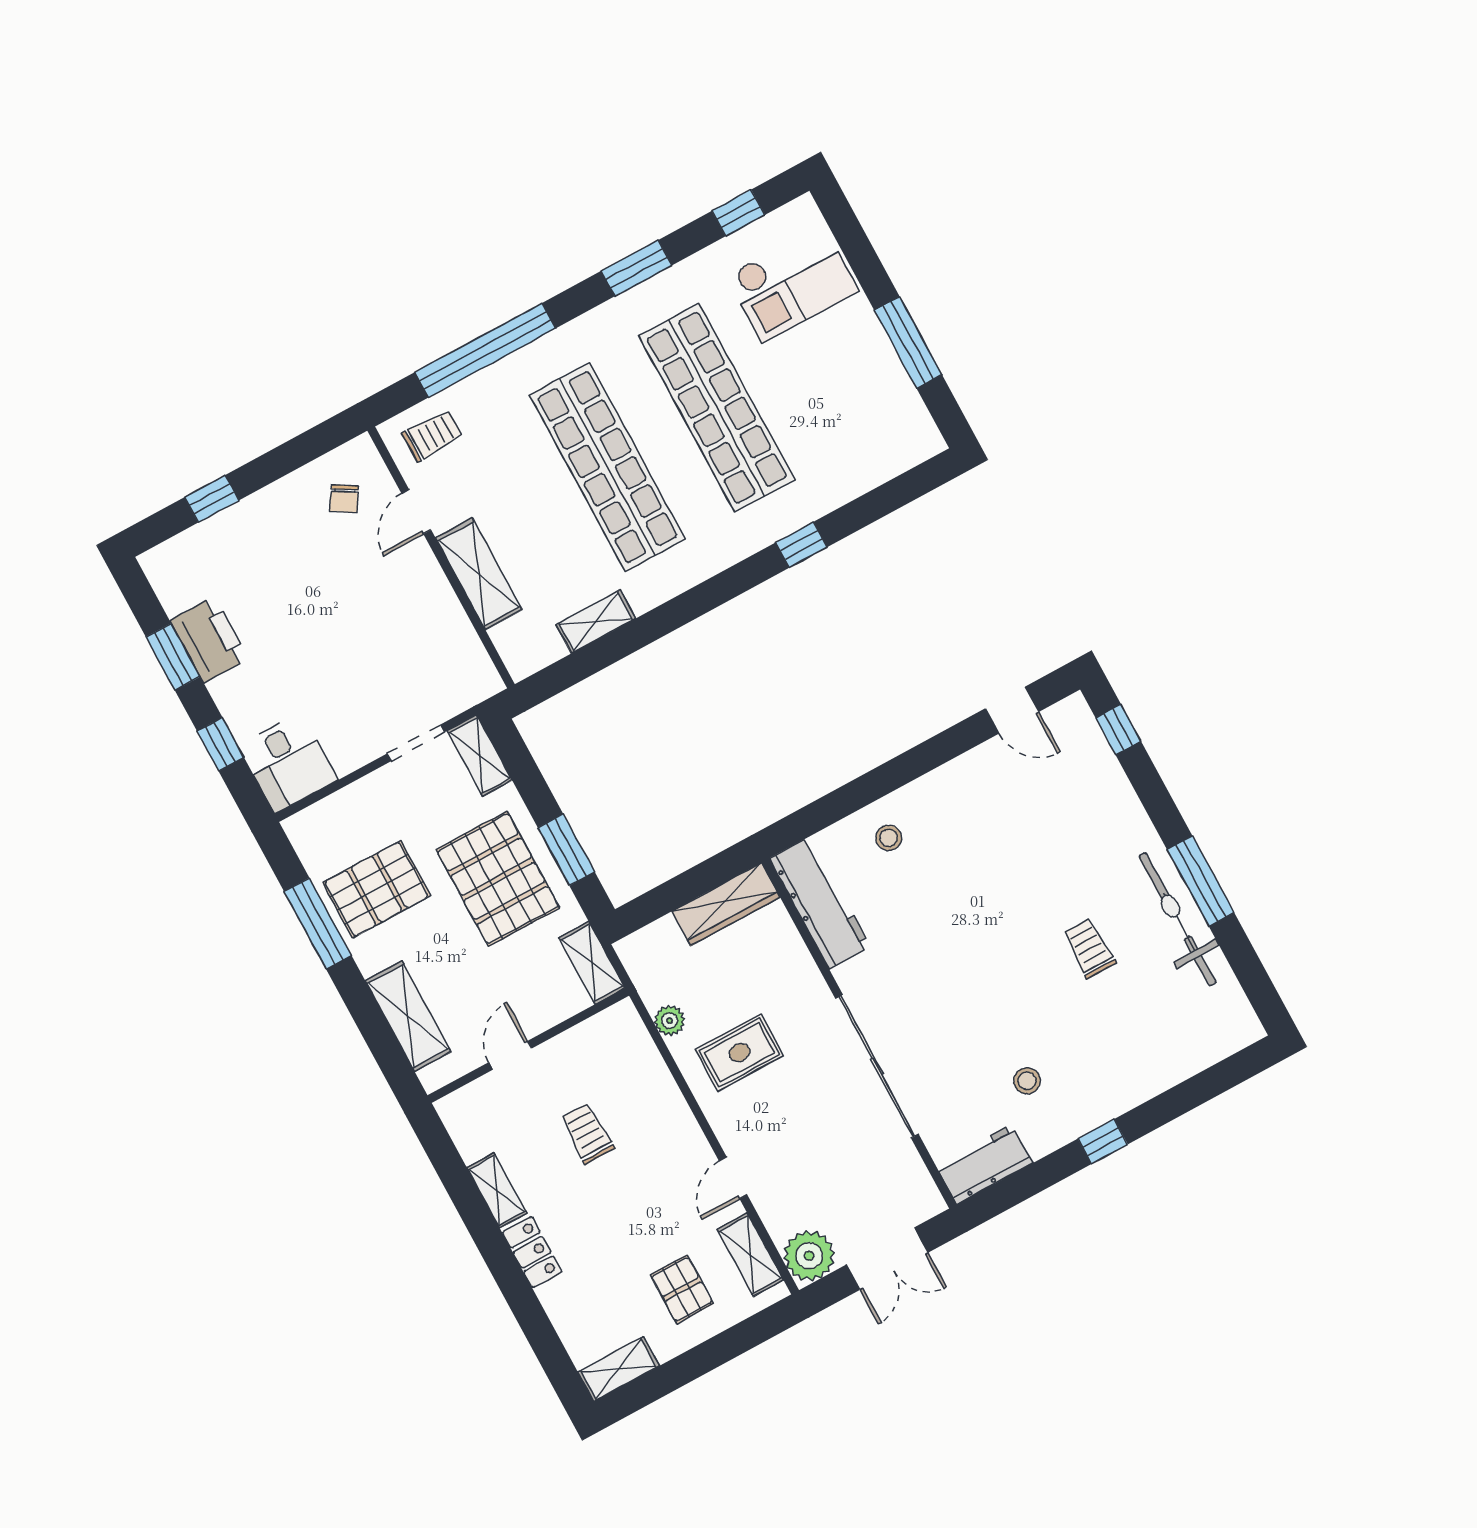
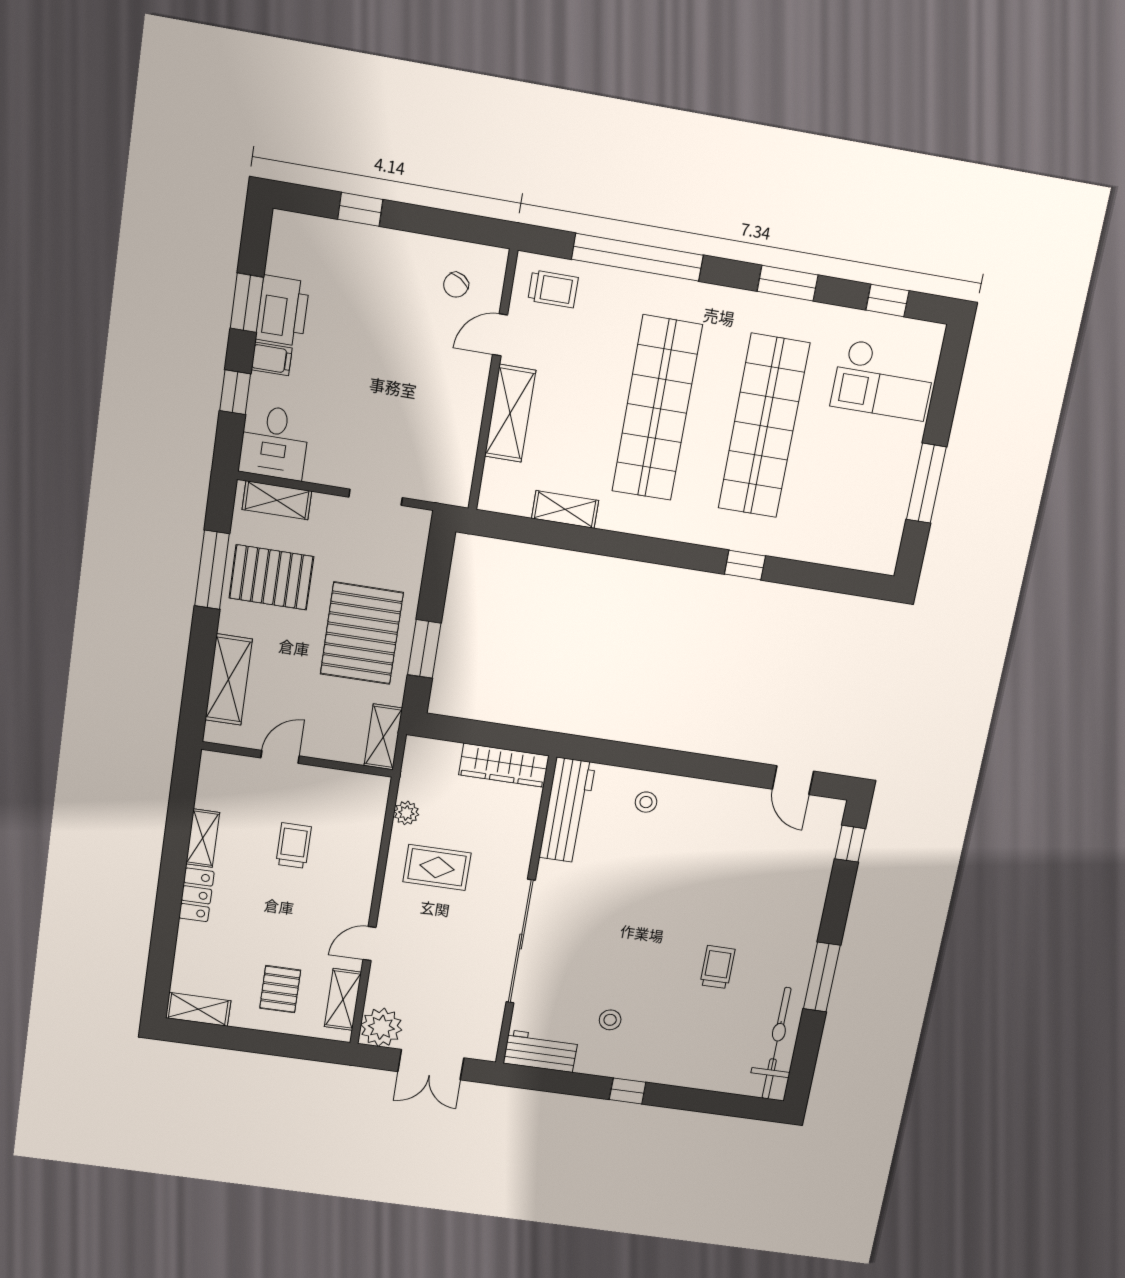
filing cabinet: (231, 690) -> (272, 359), added
shelving: (480, 755) -> (277, 500), moved, turned 90
bicycle: (1177, 919) -> (777, 1043), moved

